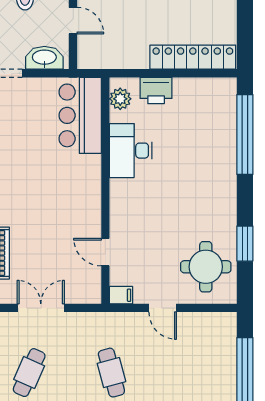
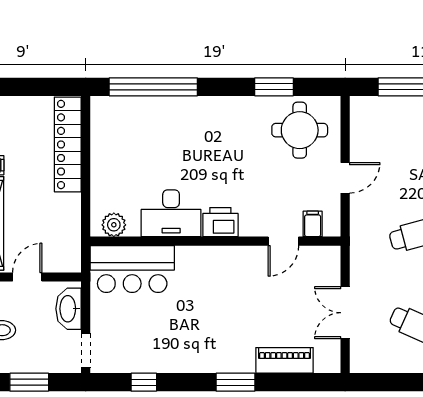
printer: (156, 90) -> (220, 222), moved, turned -90
filing cabinet: (121, 295) -> (313, 224), moved

